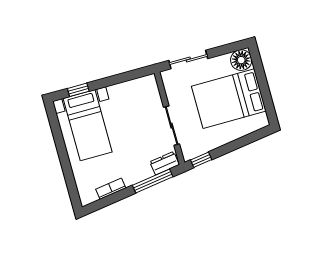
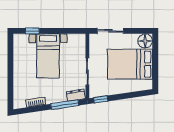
bed with nightstands: (88, 125) -> (48, 56), moved

